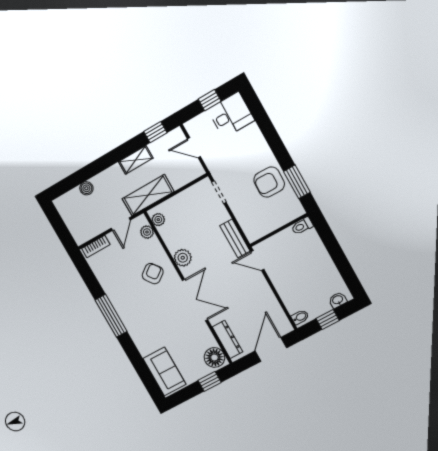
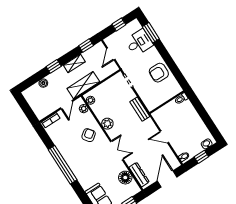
desk: (231, 115) -> (139, 43), moved
door: (194, 148) -> (111, 54), hinge flipped
window: (103, 163) -> (54, 66), added
window: (297, 182) -> (151, 33), moved
door: (257, 260) -> (164, 137), moved
double door: (195, 300) -> (117, 150), width x0.73
window: (111, 316) -> (63, 165), width x1.46
floor lamp: (214, 357) -> (125, 178), moved

